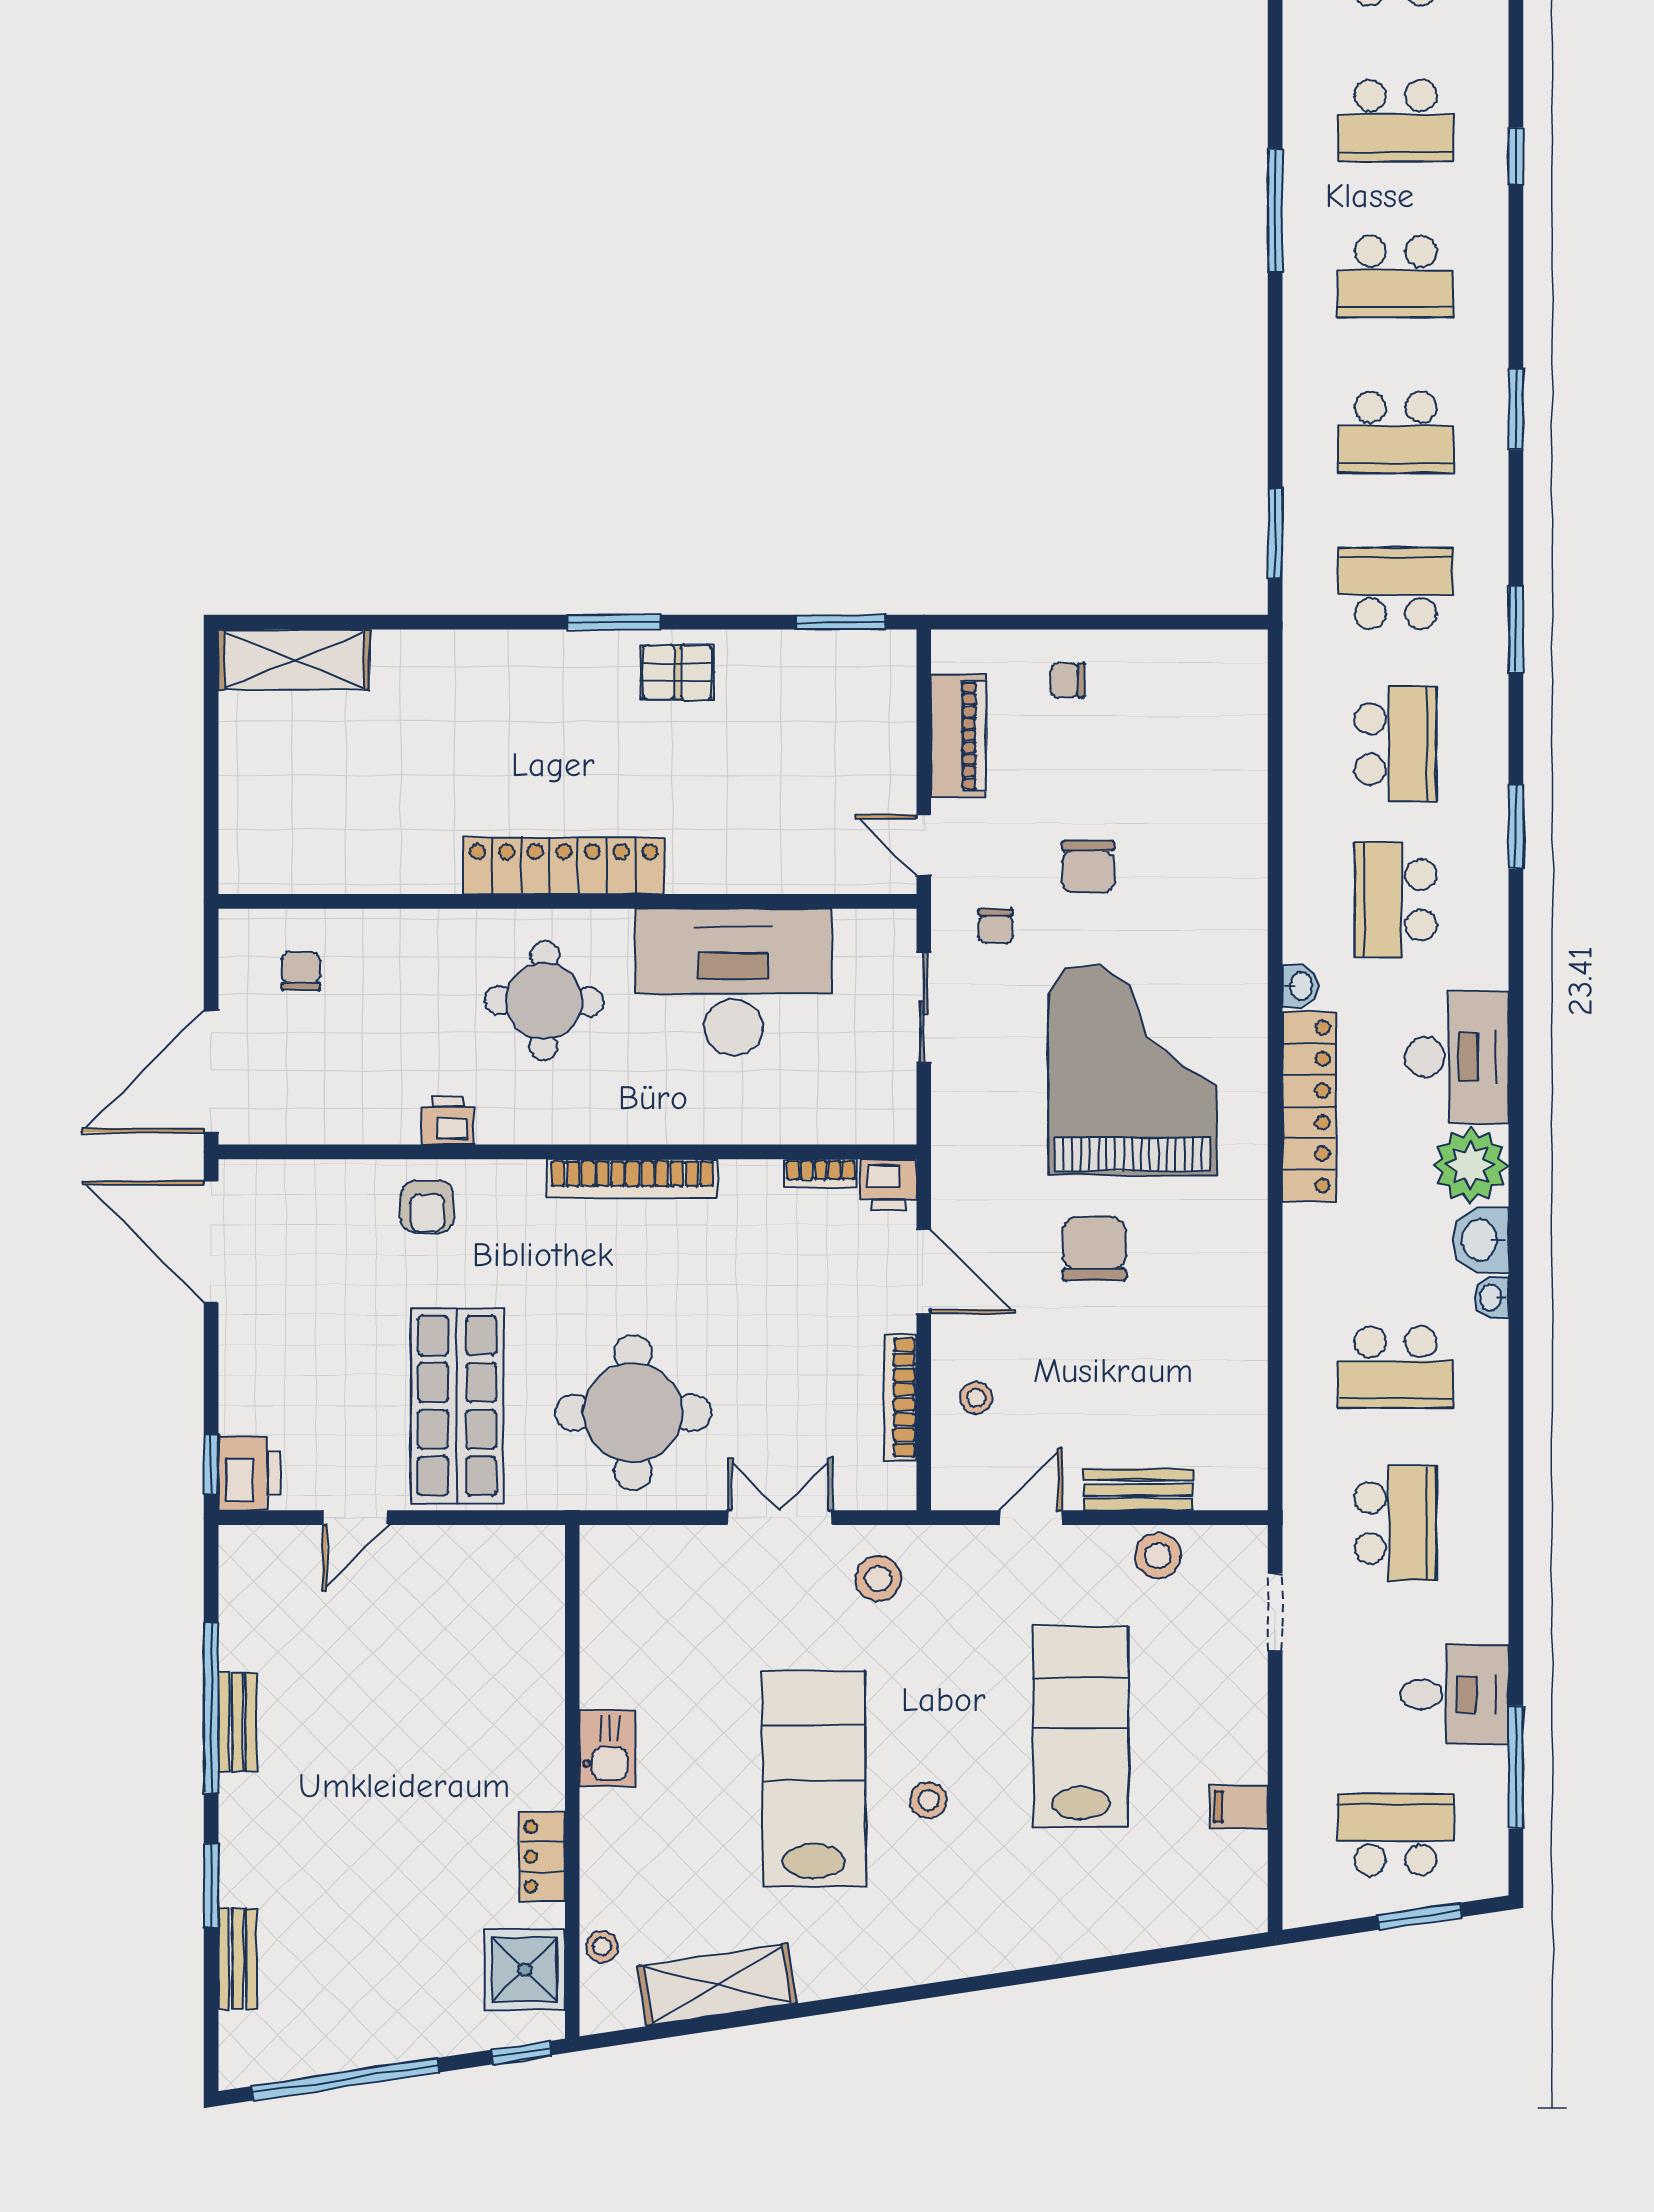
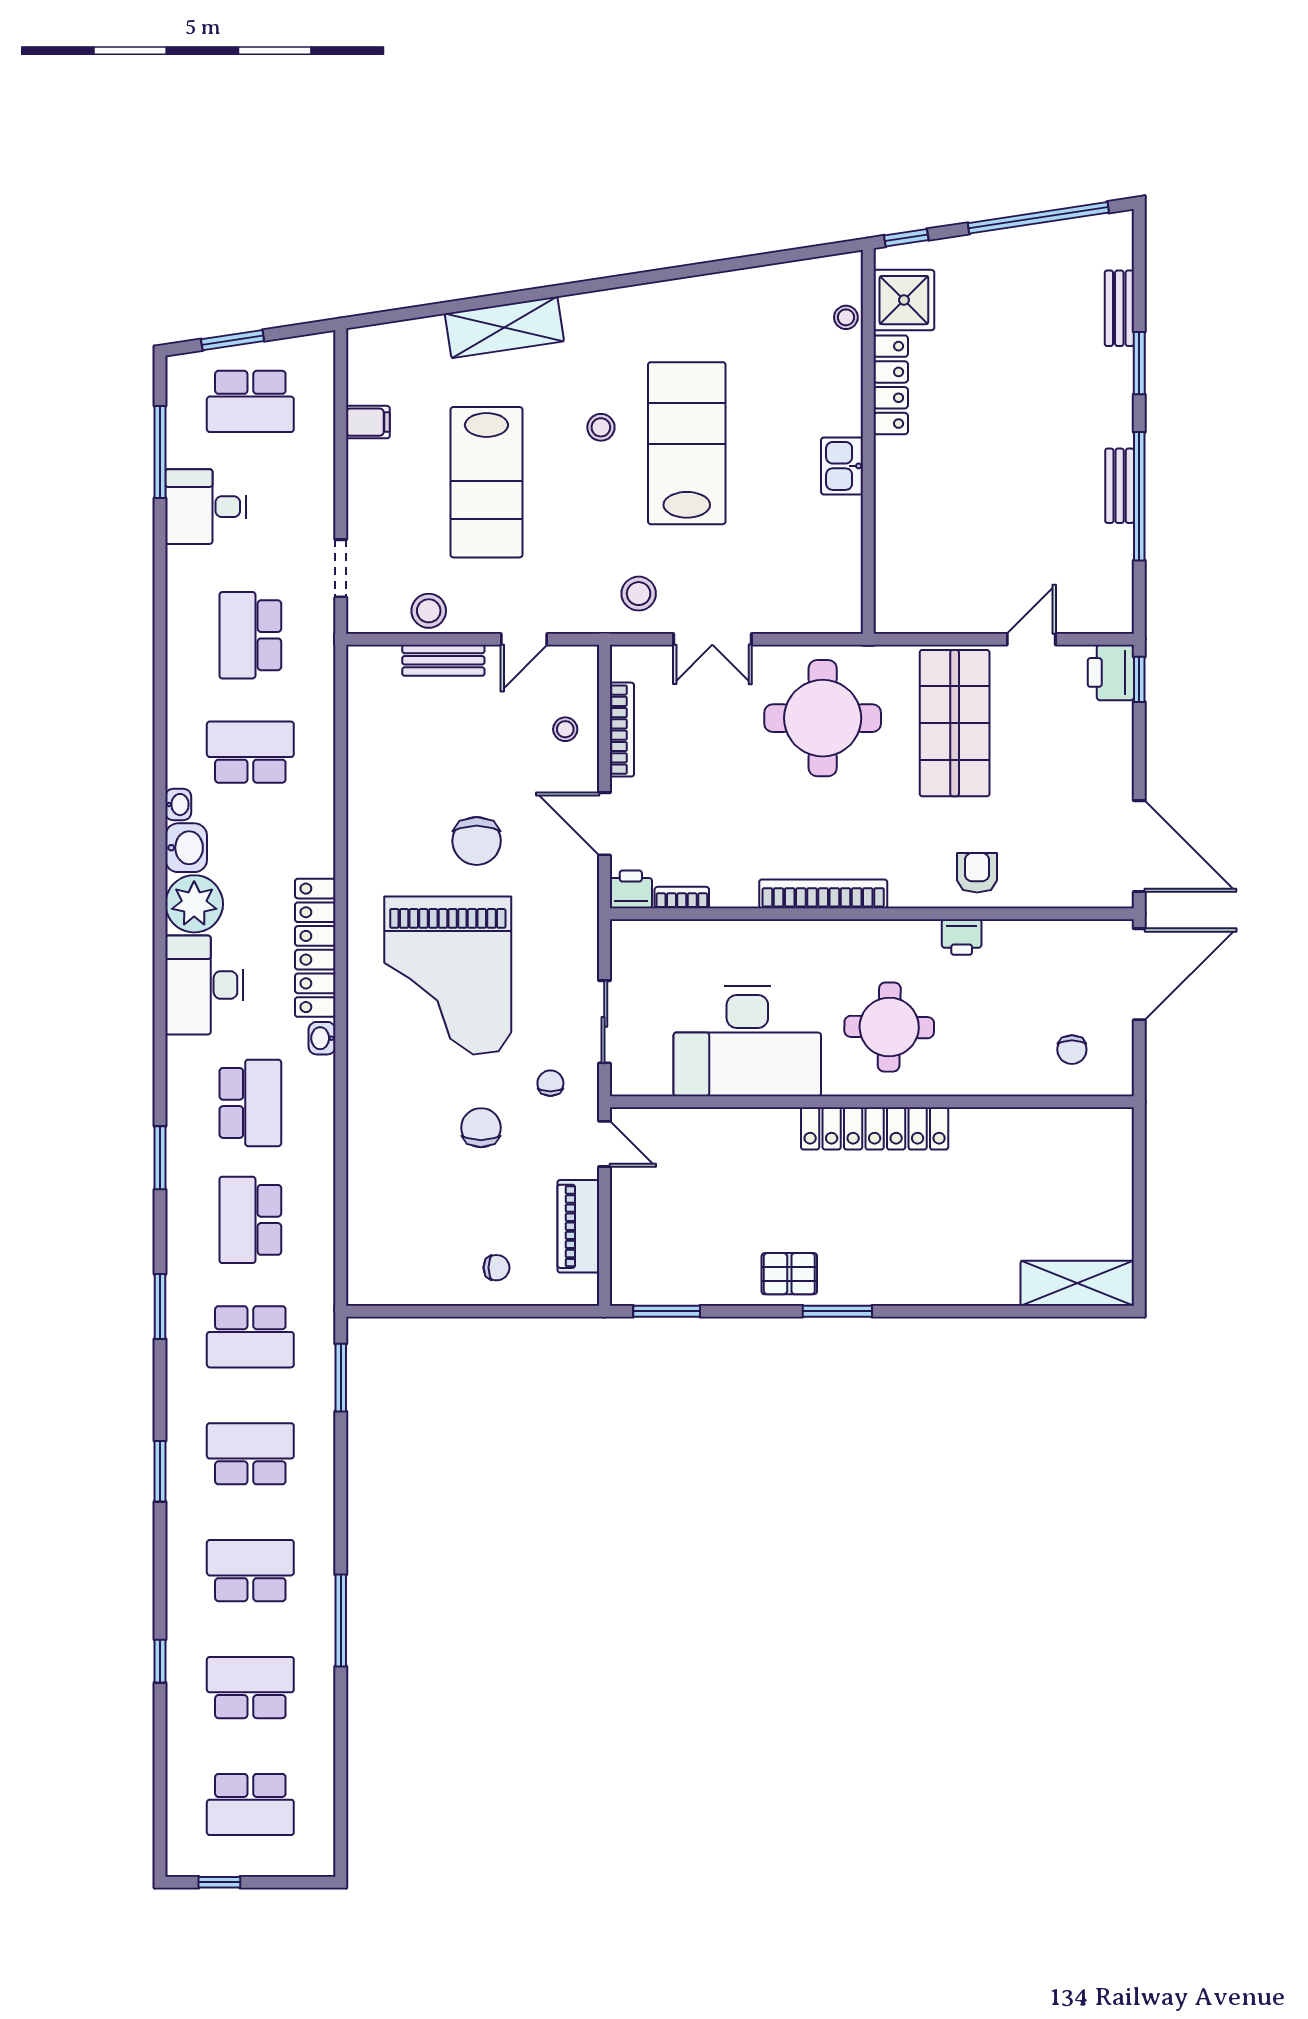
lab bench: (814, 1779) -> (687, 443), turned 180
locker: (542, 1857) -> (891, 385), width x1.53
shelving: (717, 1985) -> (504, 327), moved

